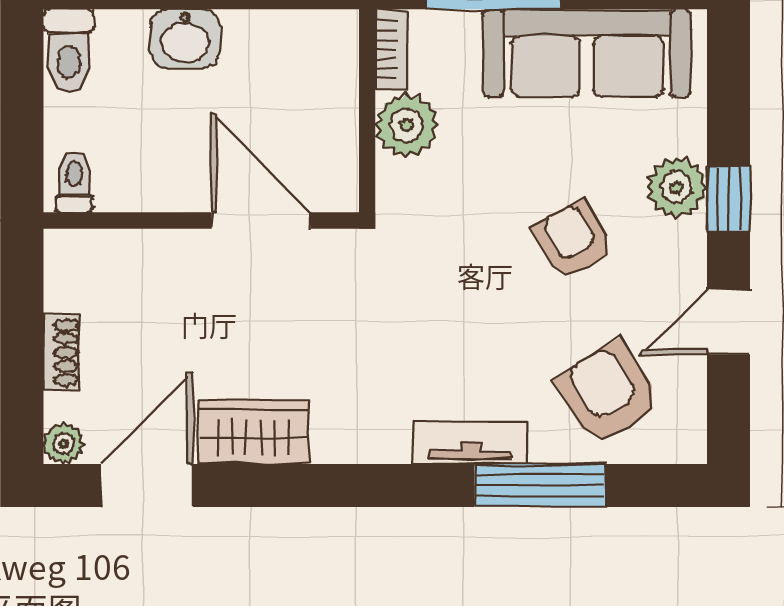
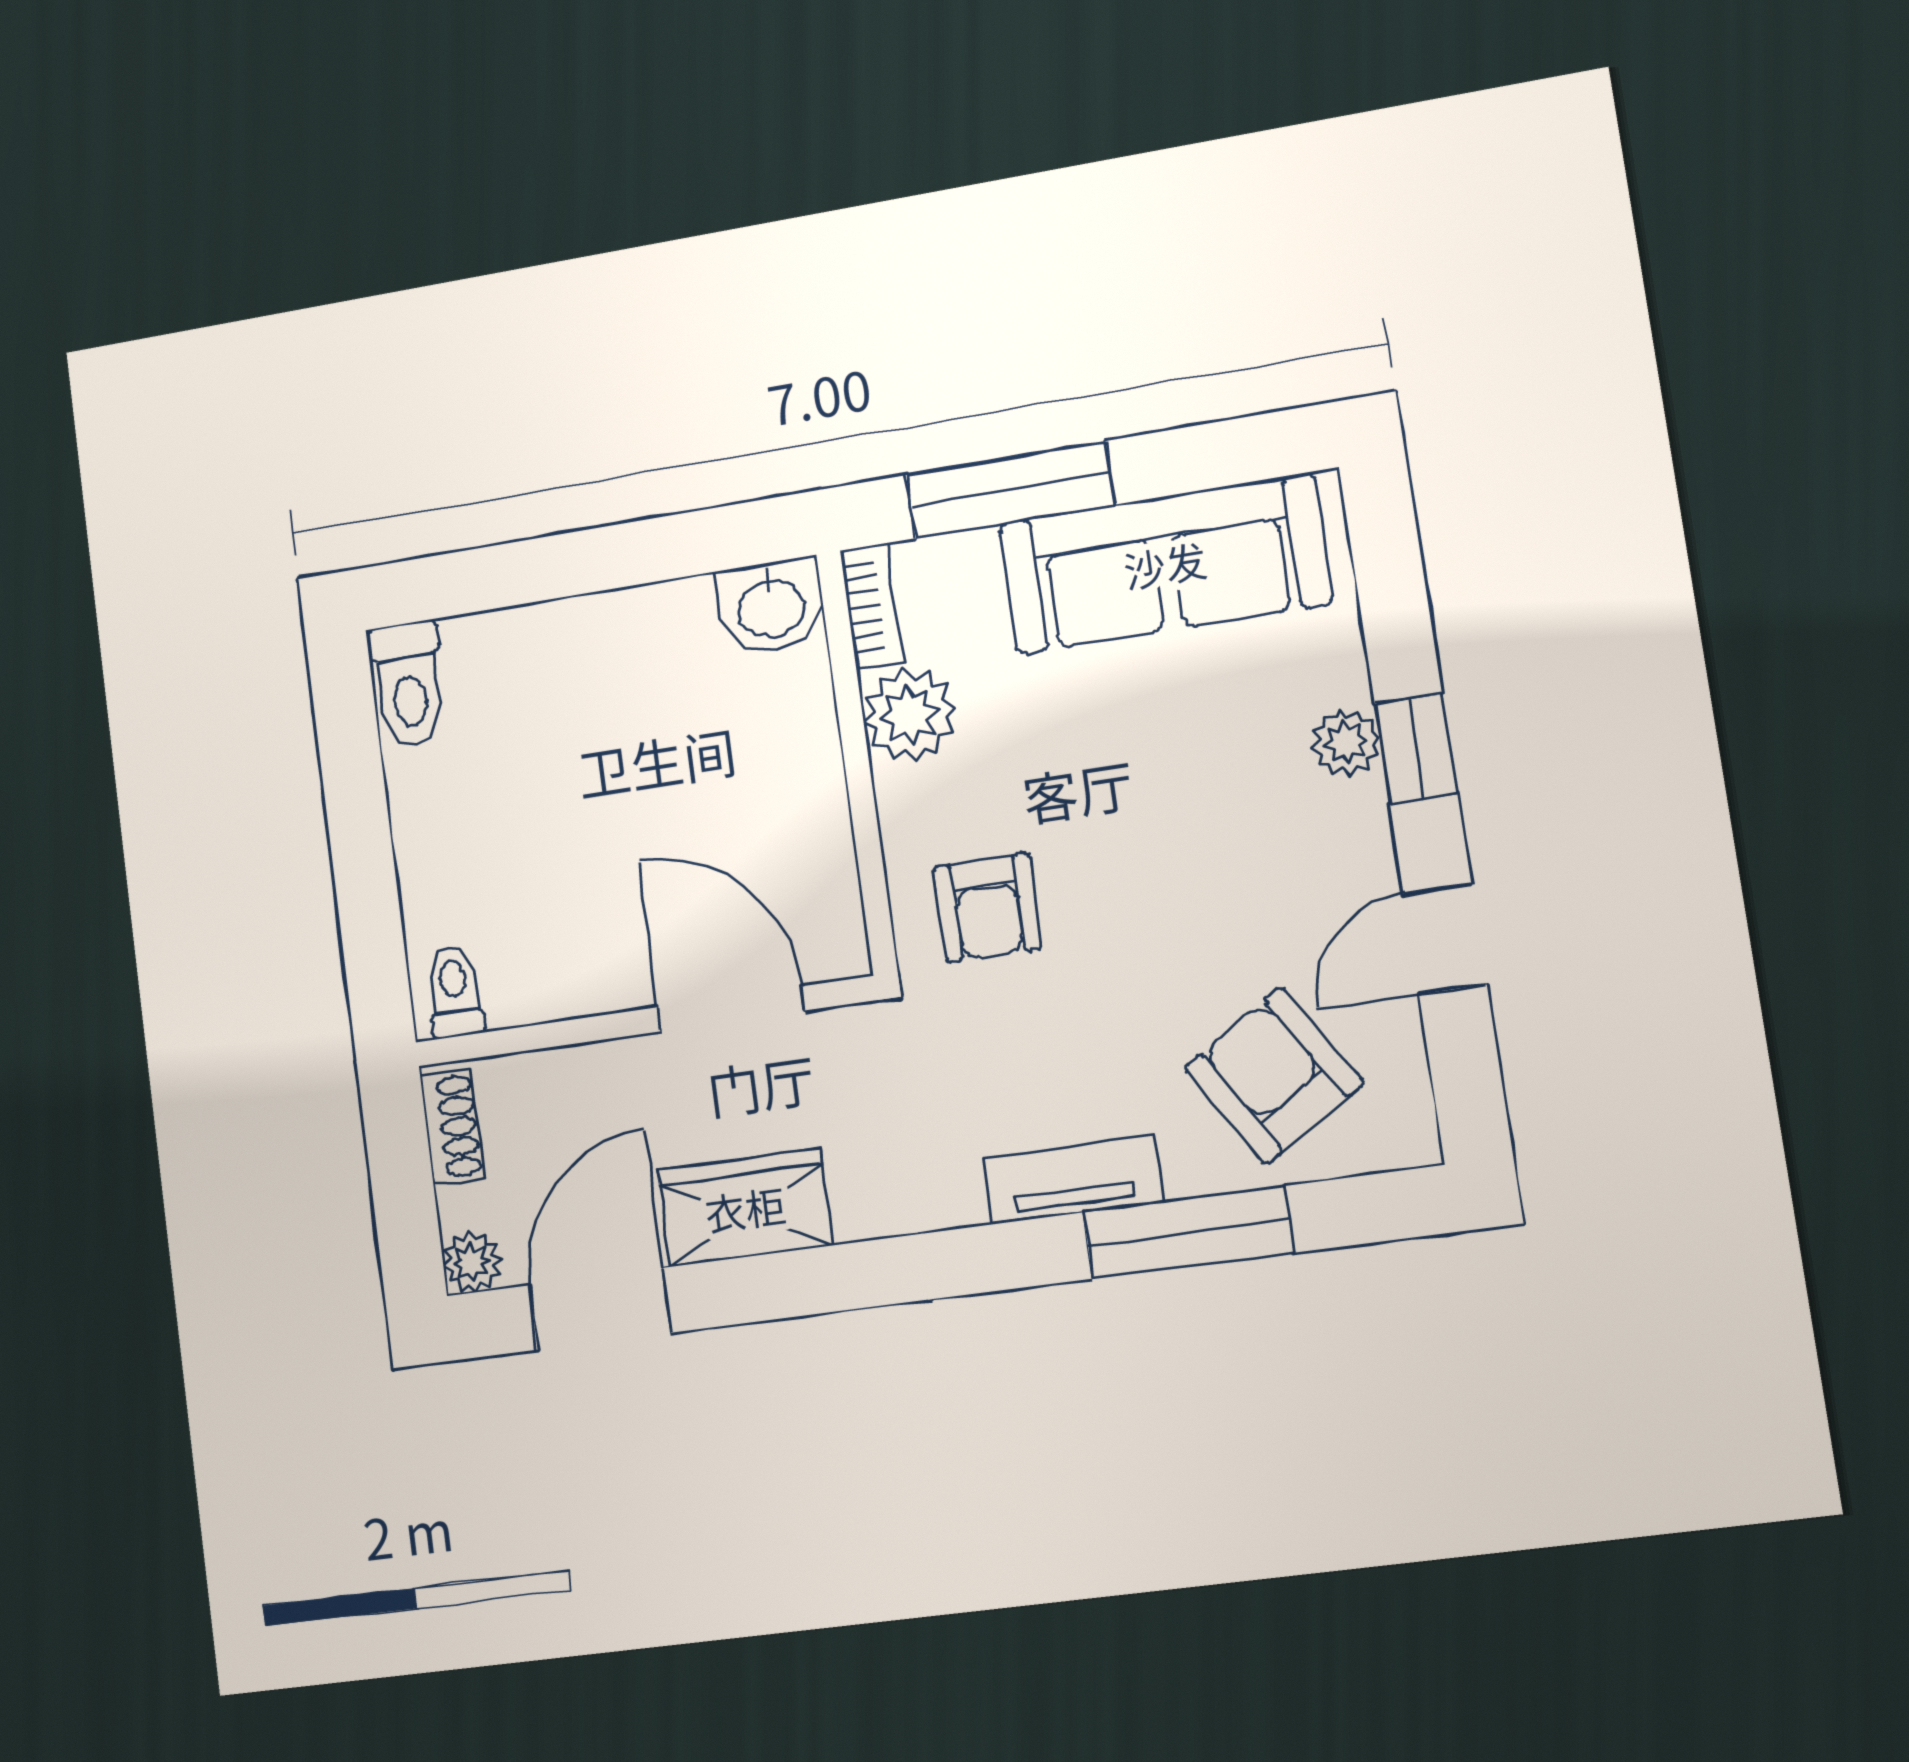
washbasin: (185, 39) -> (771, 607), moved
toilet: (74, 182) -> (454, 992), moved
plant: (677, 187) -> (1346, 742), width x0.73, depth x0.73
wall: (201, 220) -> (643, 1022), moved
door: (261, 220) -> (731, 1009), moved
armchair: (573, 240) -> (988, 908), moved, turned -151

